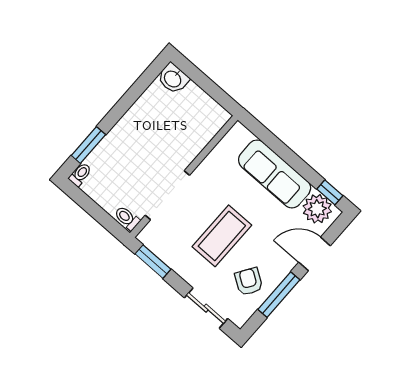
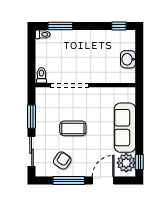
window: (149, 76) -> (119, 26), added
washbasin: (173, 79) -> (128, 59), moved
coffee table: (222, 236) -> (73, 128), width x0.73, depth x0.76
door: (314, 254) -> (103, 181), hinge flipped
window: (153, 262) -> (32, 117), moved

